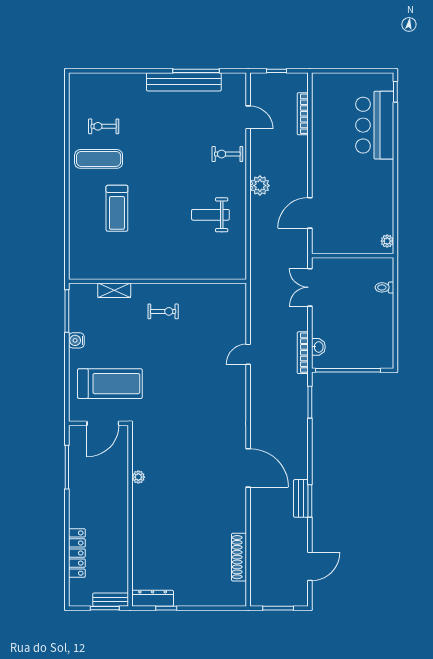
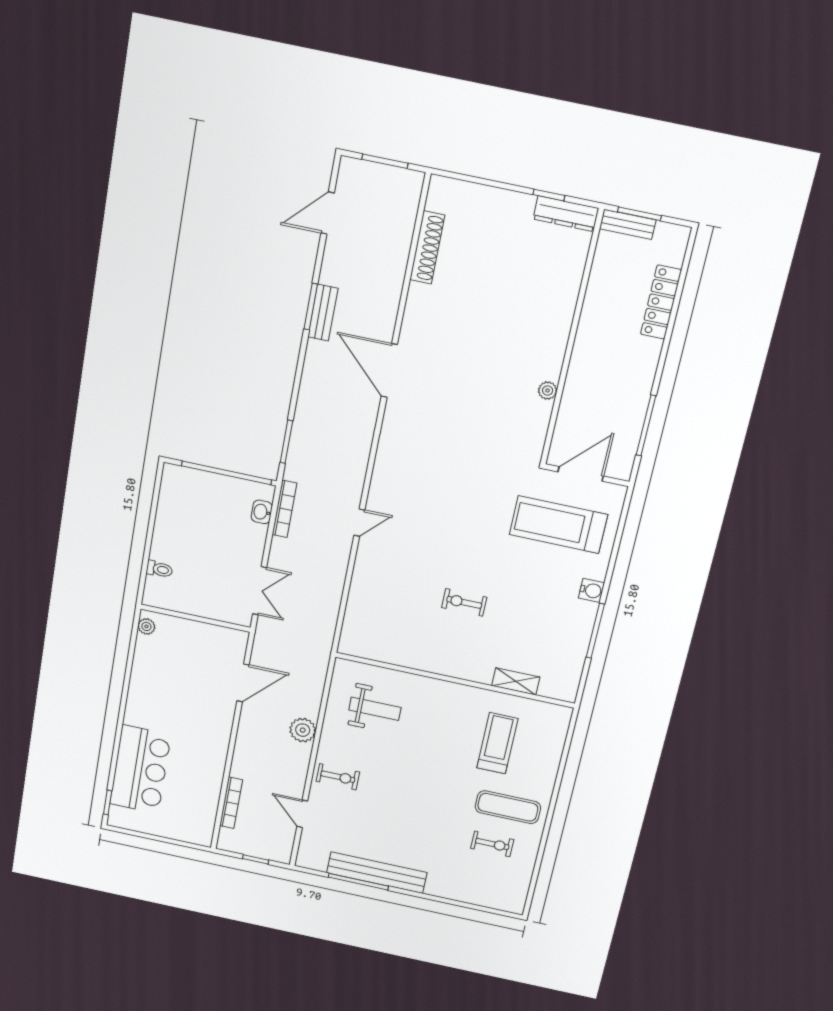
wall: (158, 281) -> (455, 680), moved
shelving: (114, 290) -> (516, 681), moved

